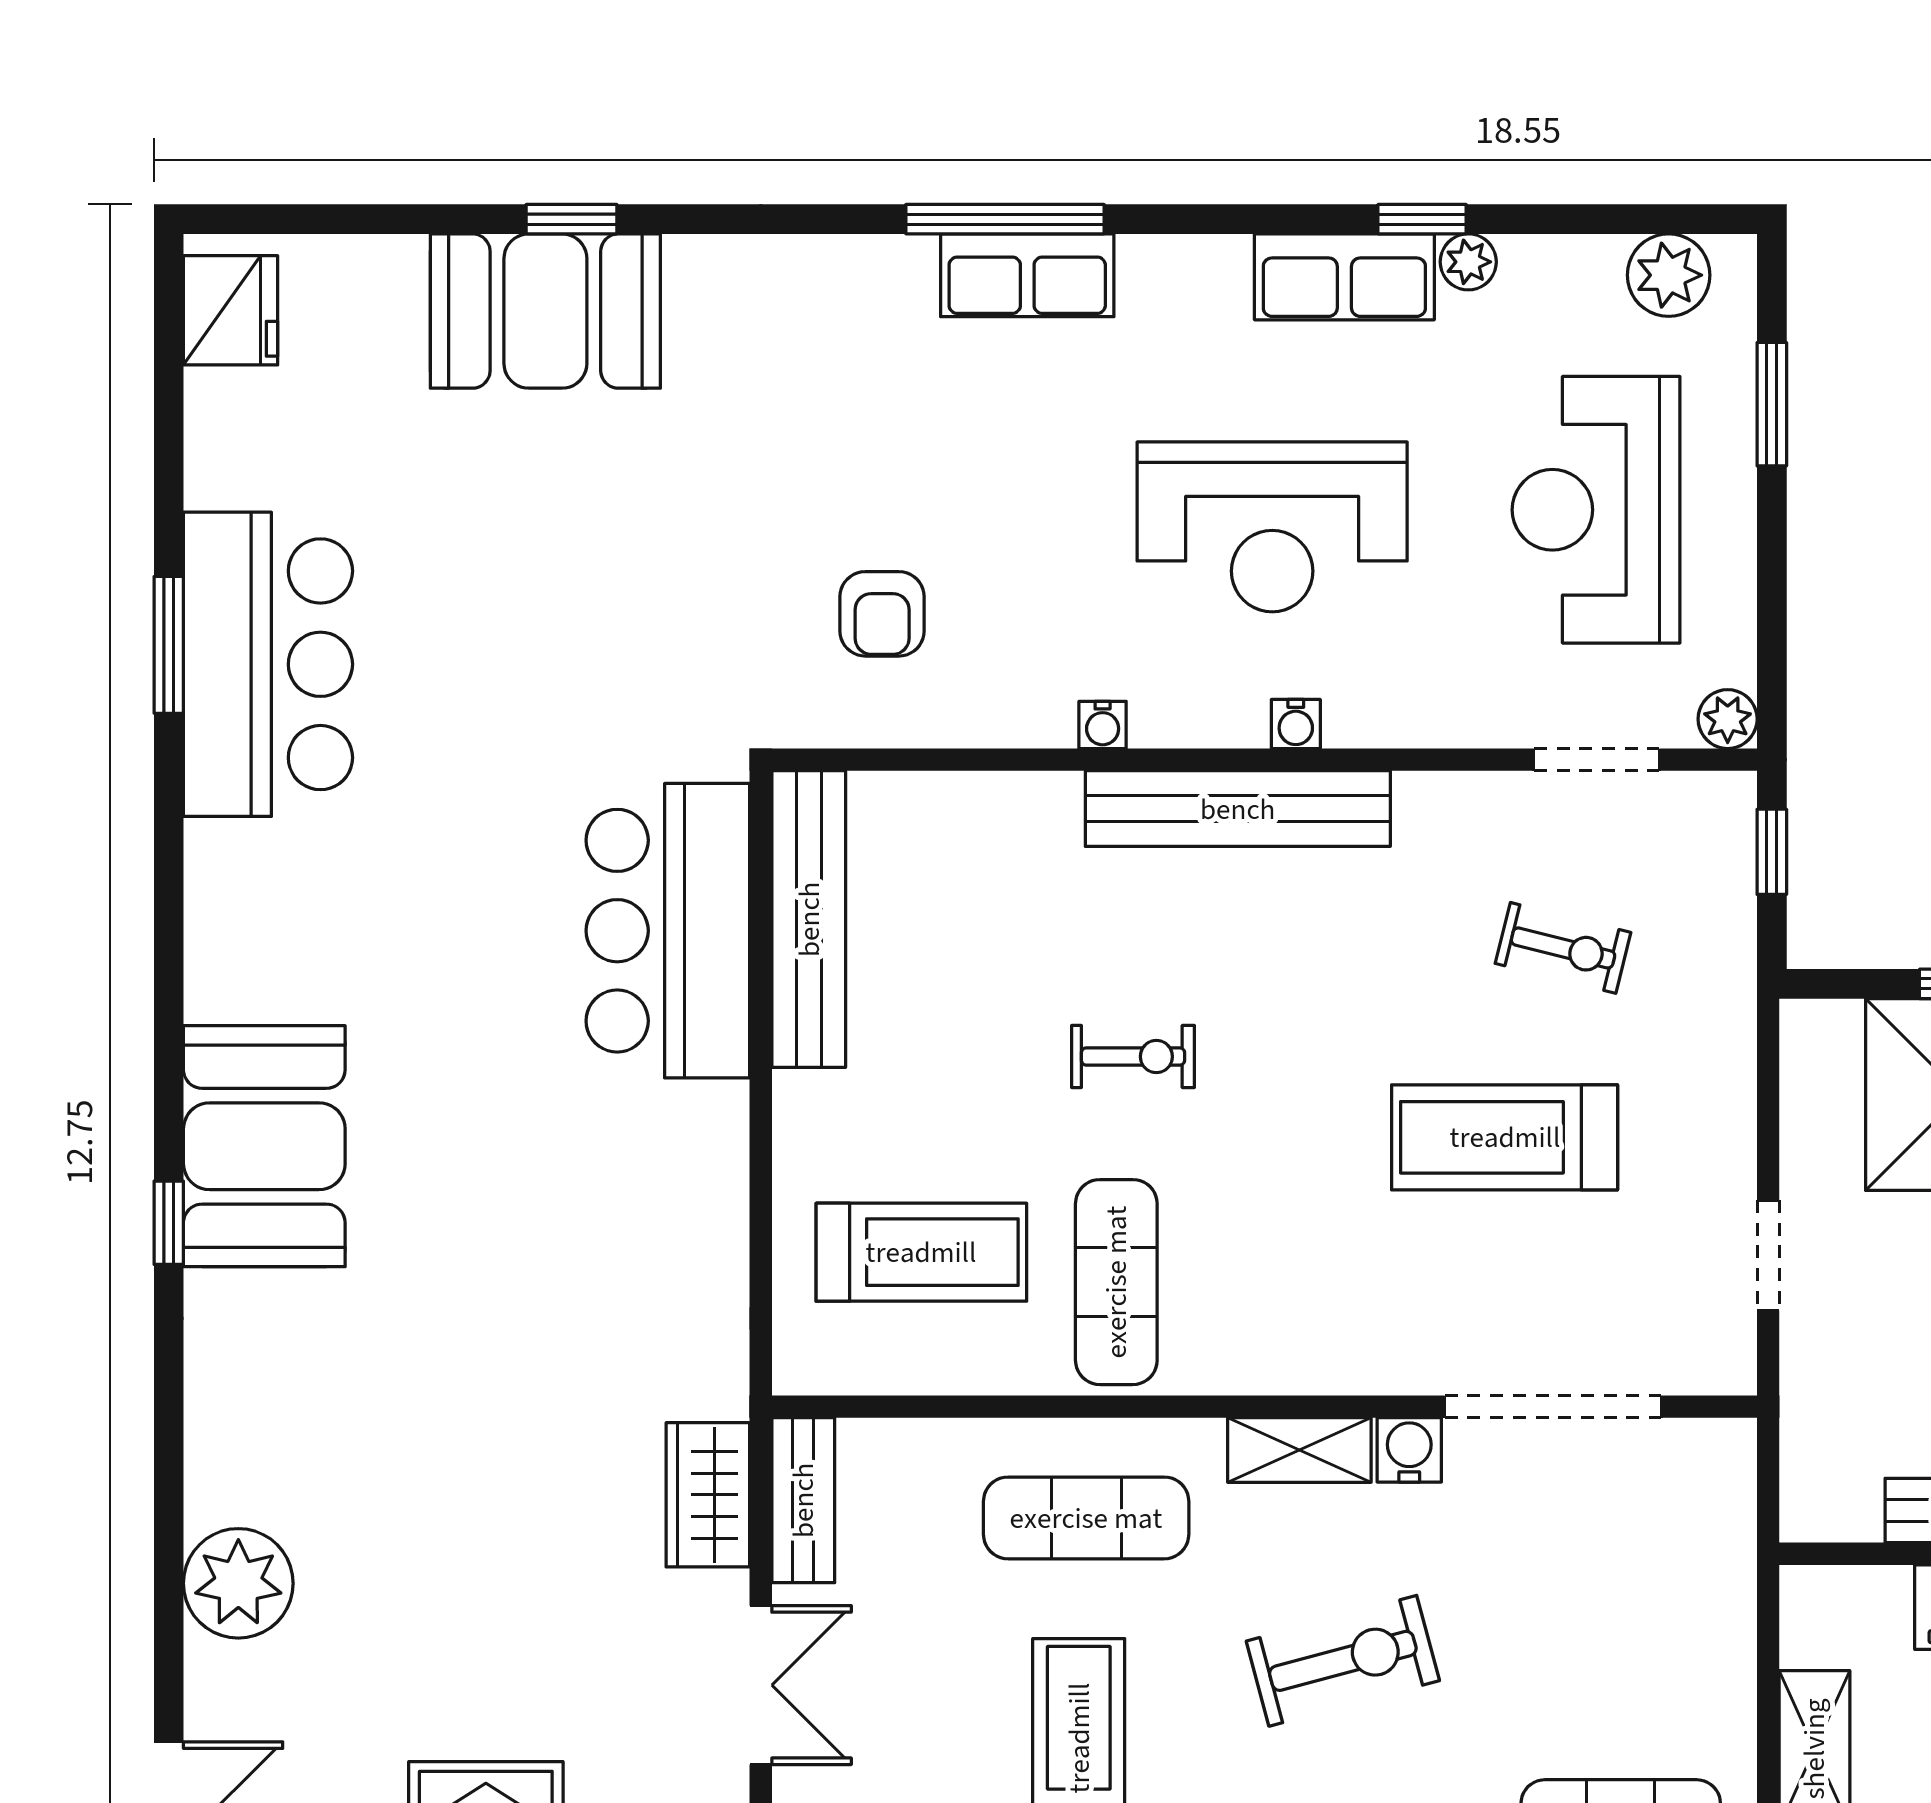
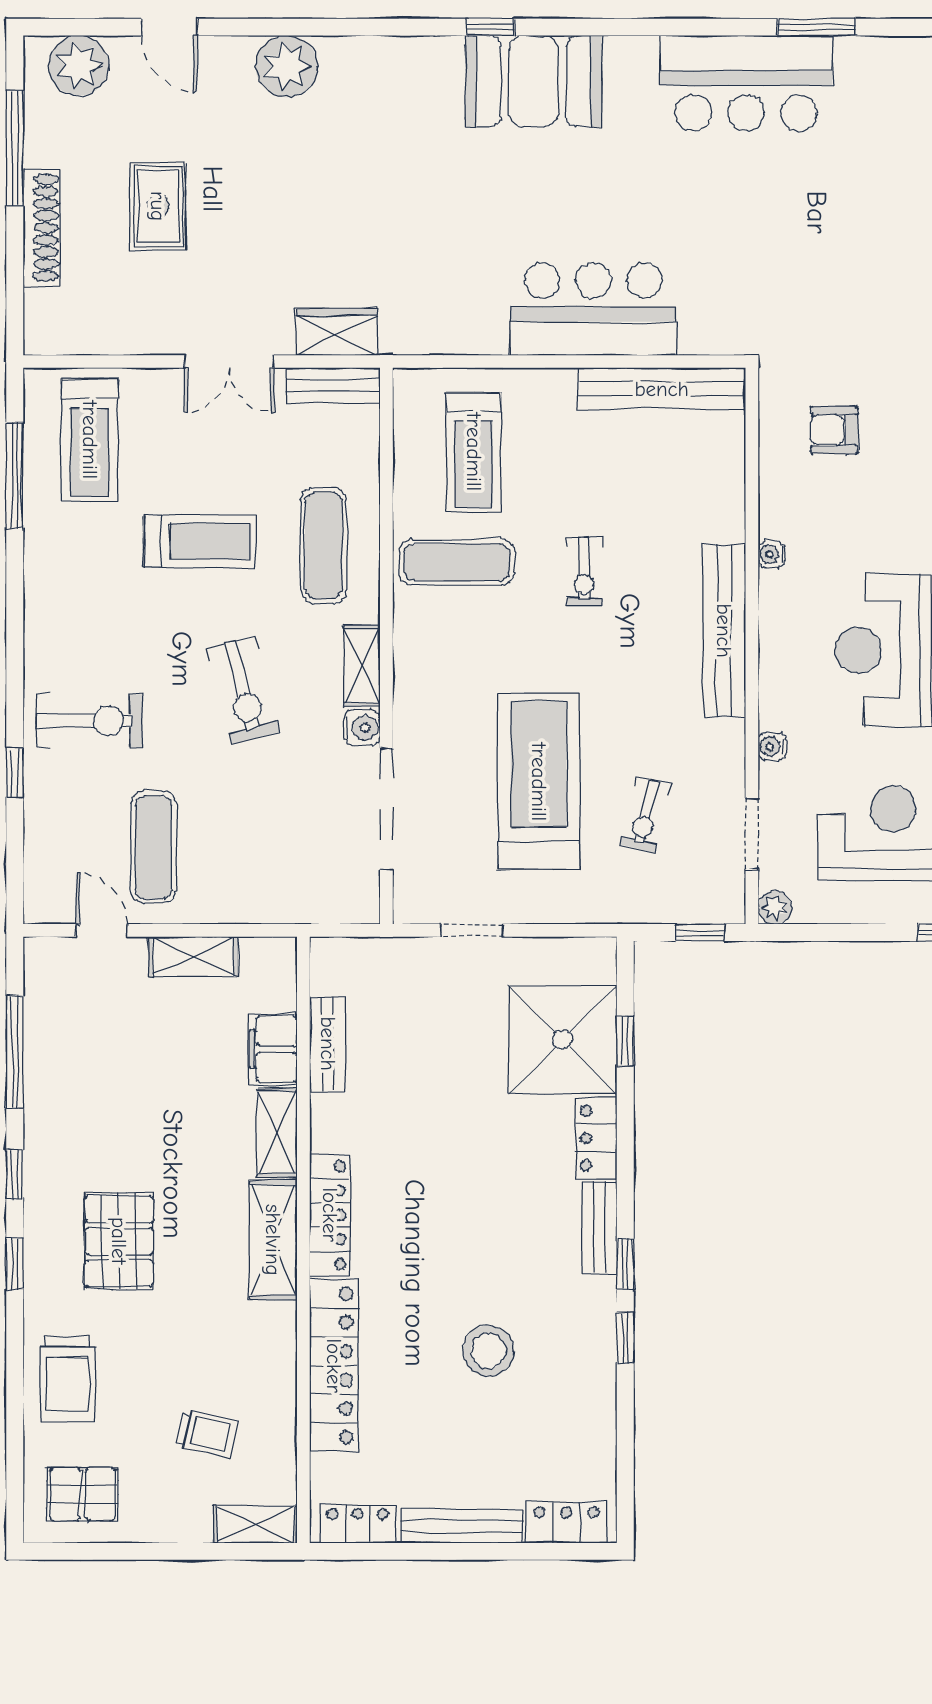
bar counter: (268, 664) -> (746, 83), moved
water cooler: (1296, 724) -> (772, 747), moved
bar counter: (668, 931) -> (593, 309), moved
treadmill: (1505, 1137) -> (539, 782), width x1.37, depth x1.37

